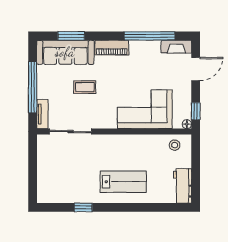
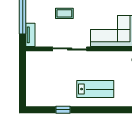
sliding door: (71, 132) -> (70, 49), moved

